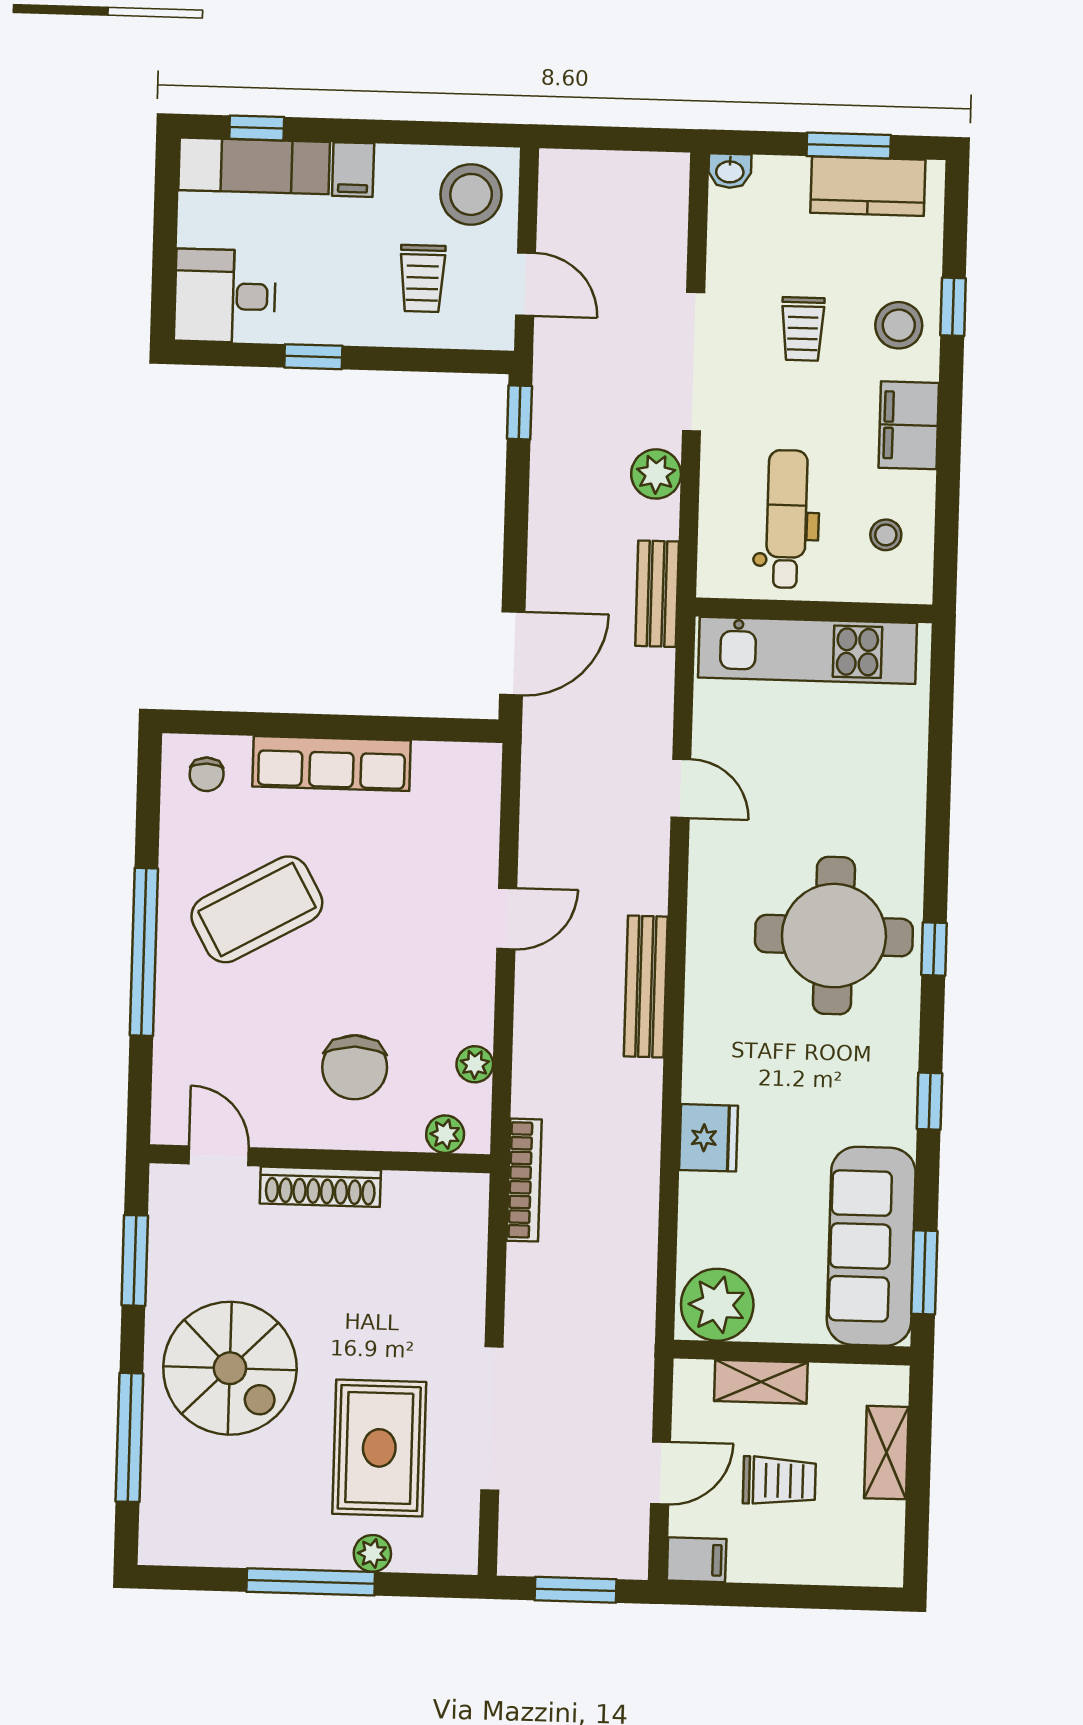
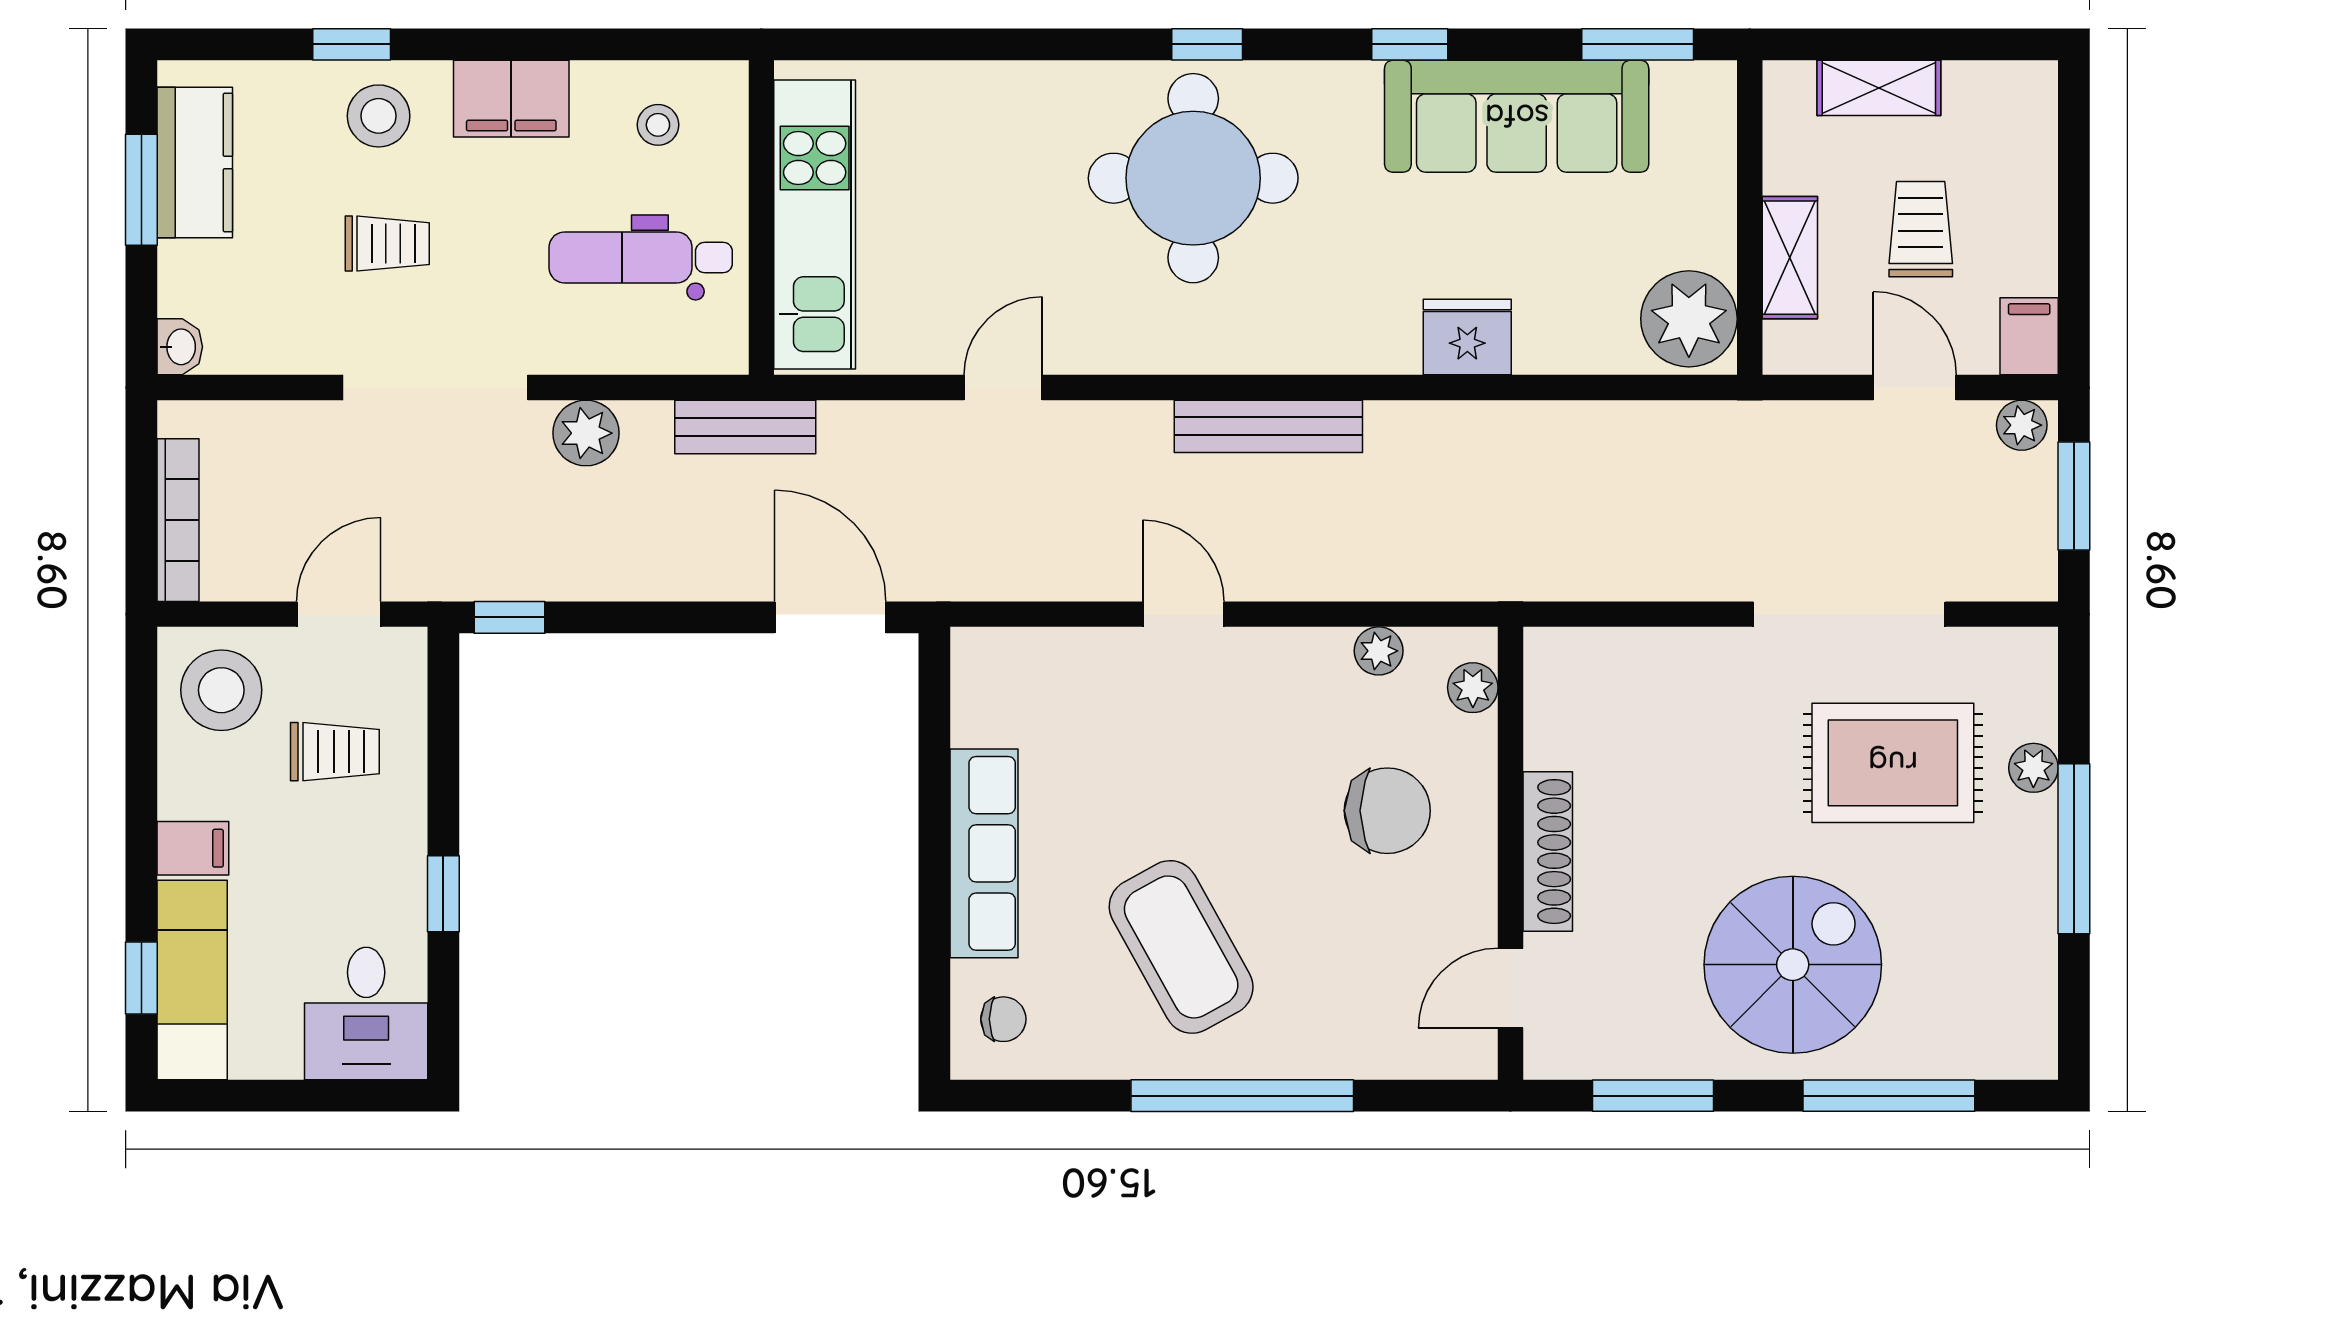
bookcase: (524, 1180) -> (178, 520), moved, turned 90
sofa: (871, 1246) -> (1517, 116), moved
plant: (630, 1552) -> (2022, 425), added

